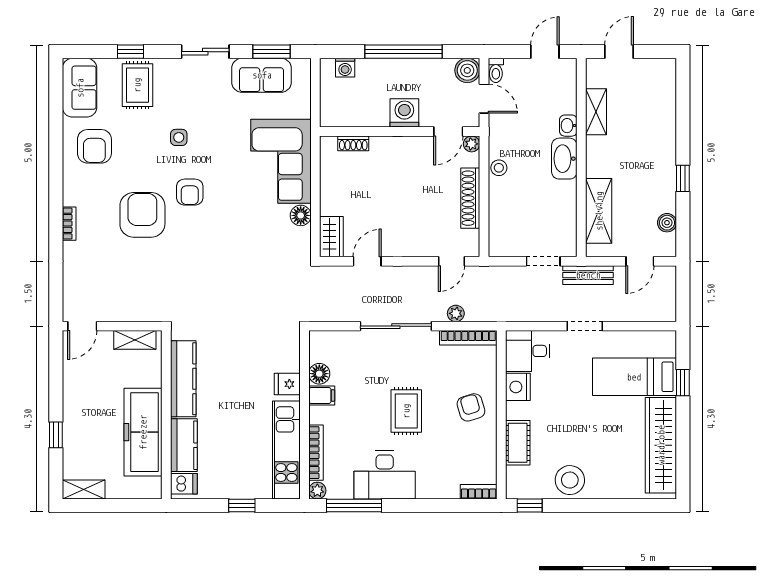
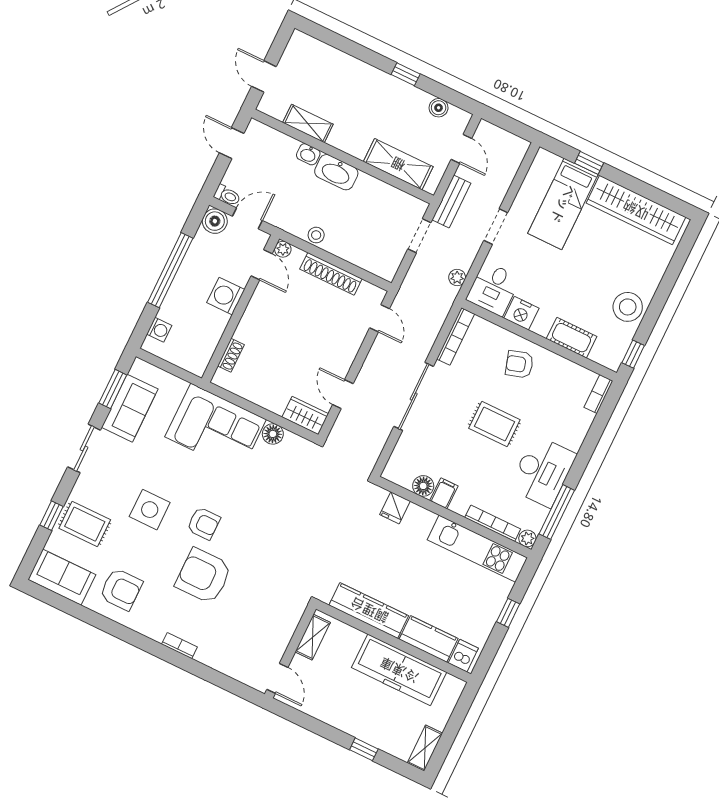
side table: (179, 137) -> (150, 510), width x1.87, depth x1.87
plant: (456, 313) -> (457, 278), moved
fridge: (287, 384) -> (395, 508), moved

